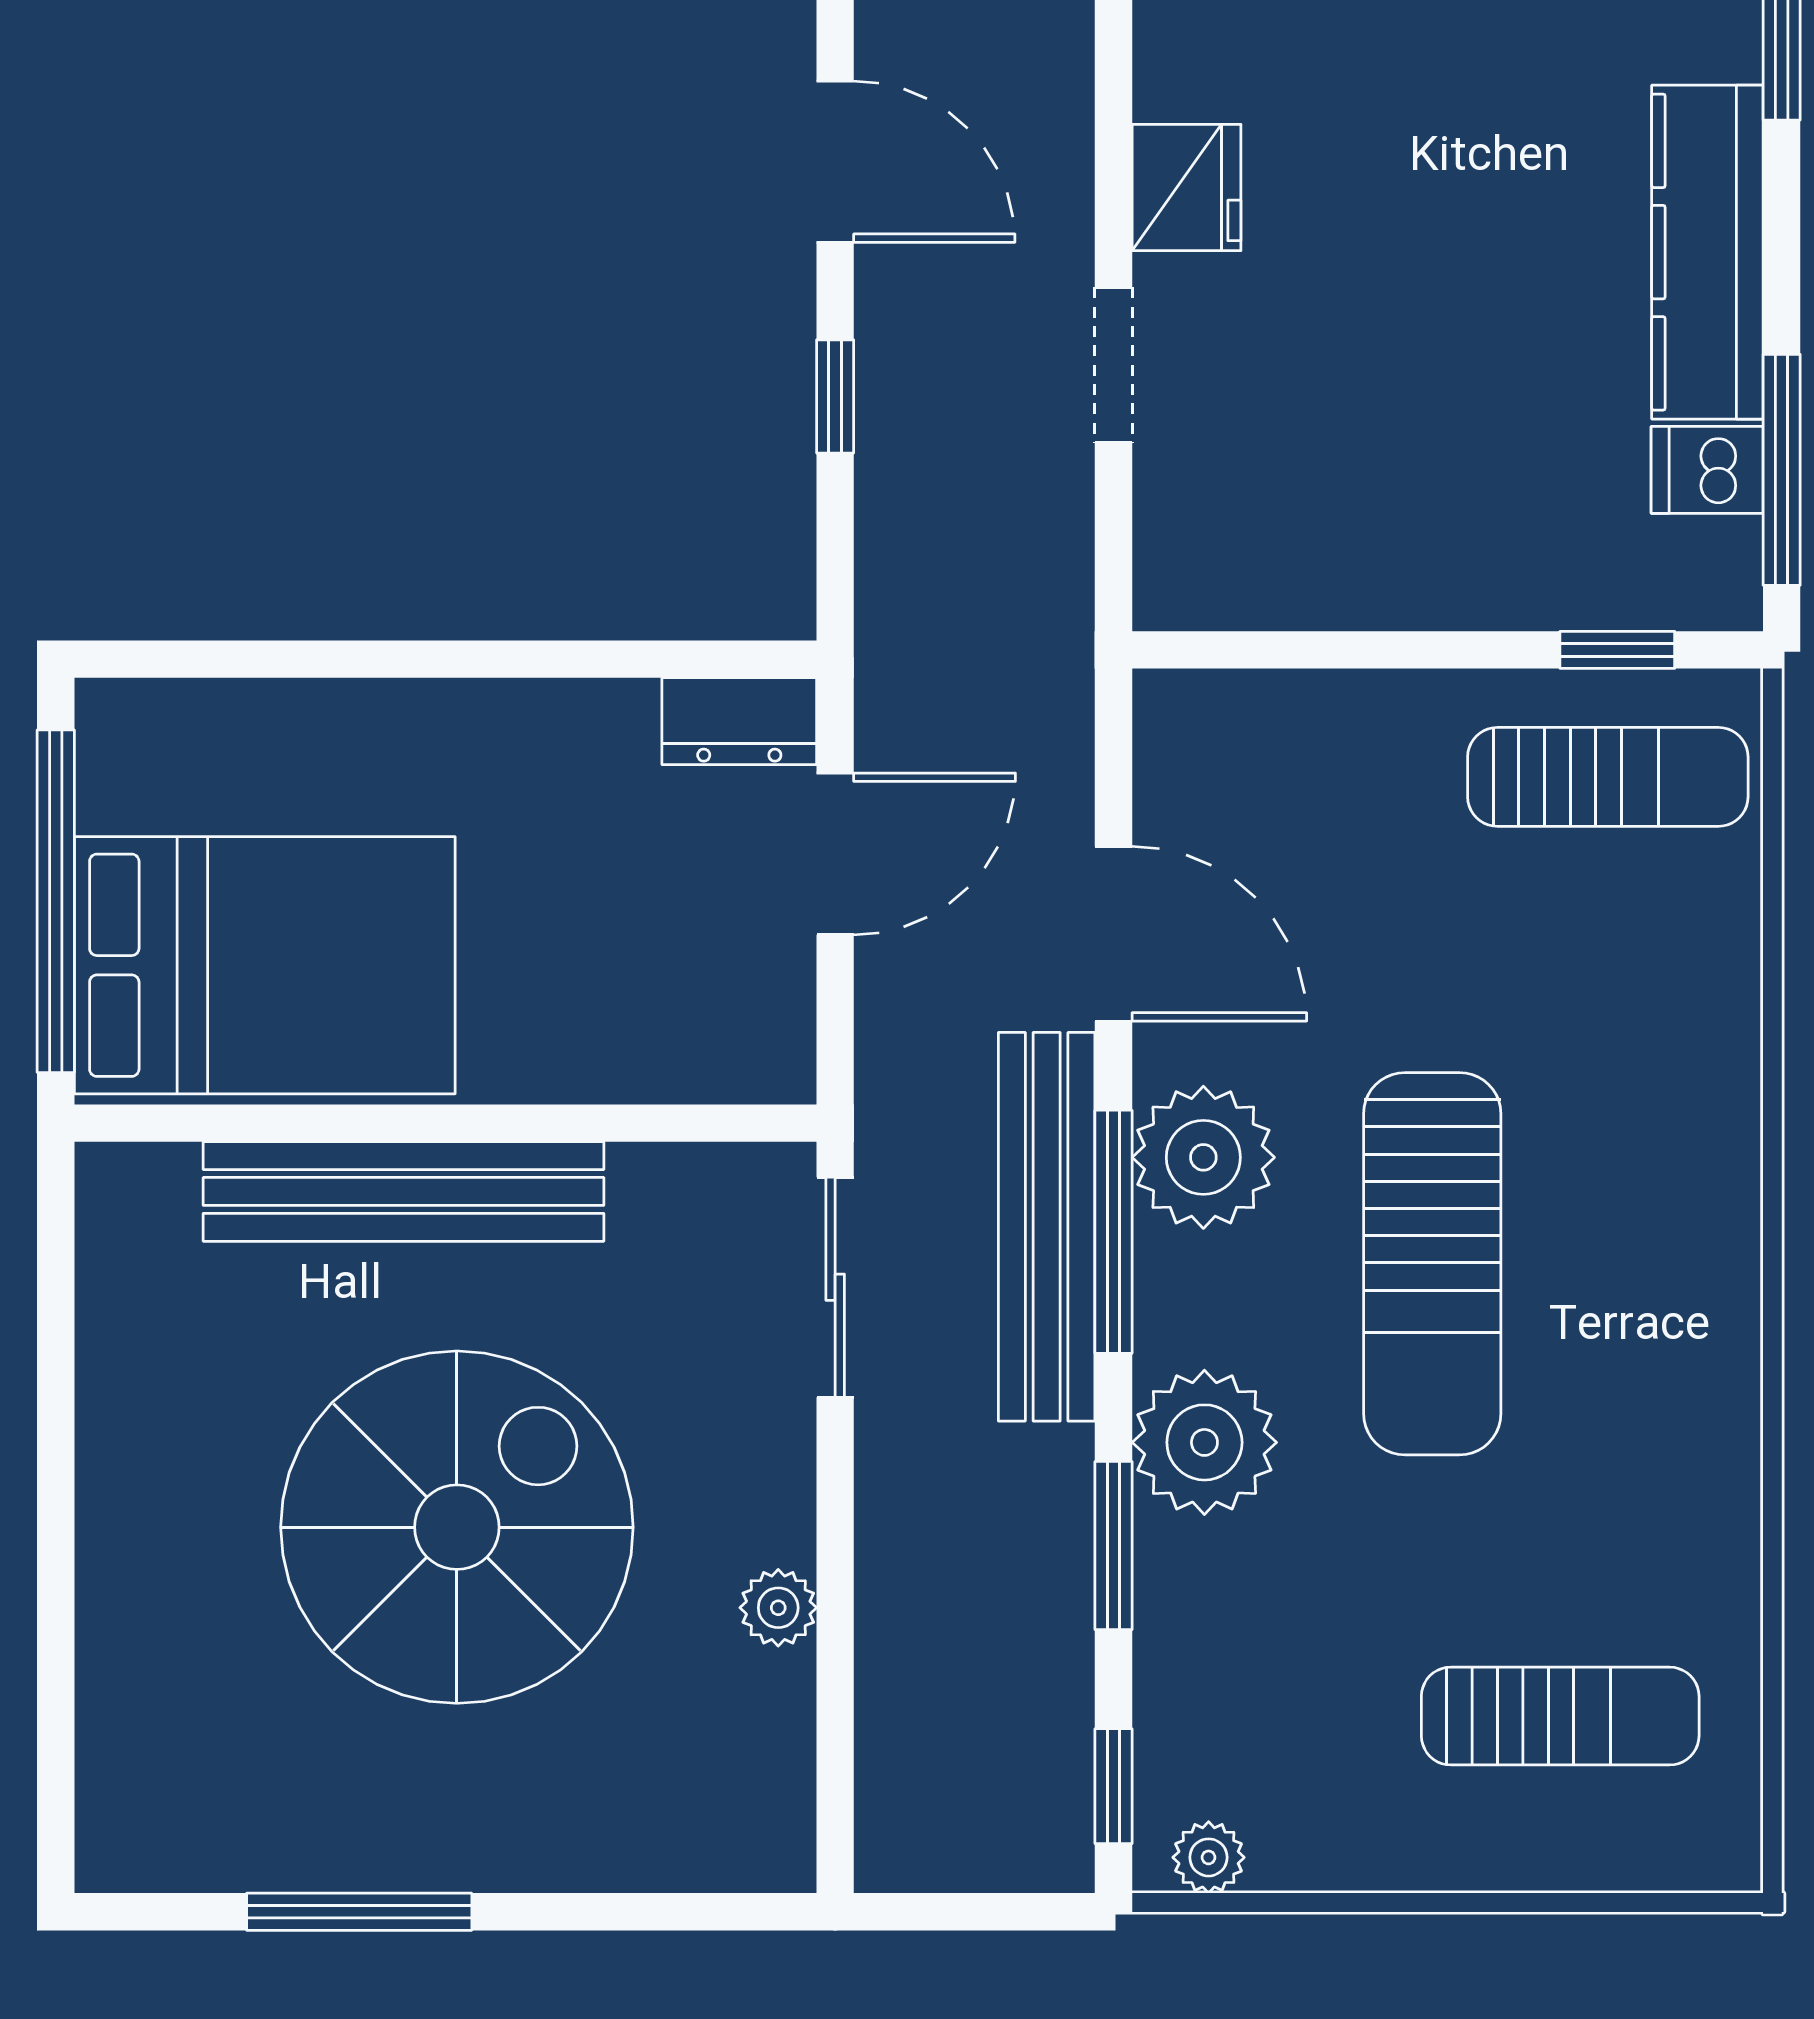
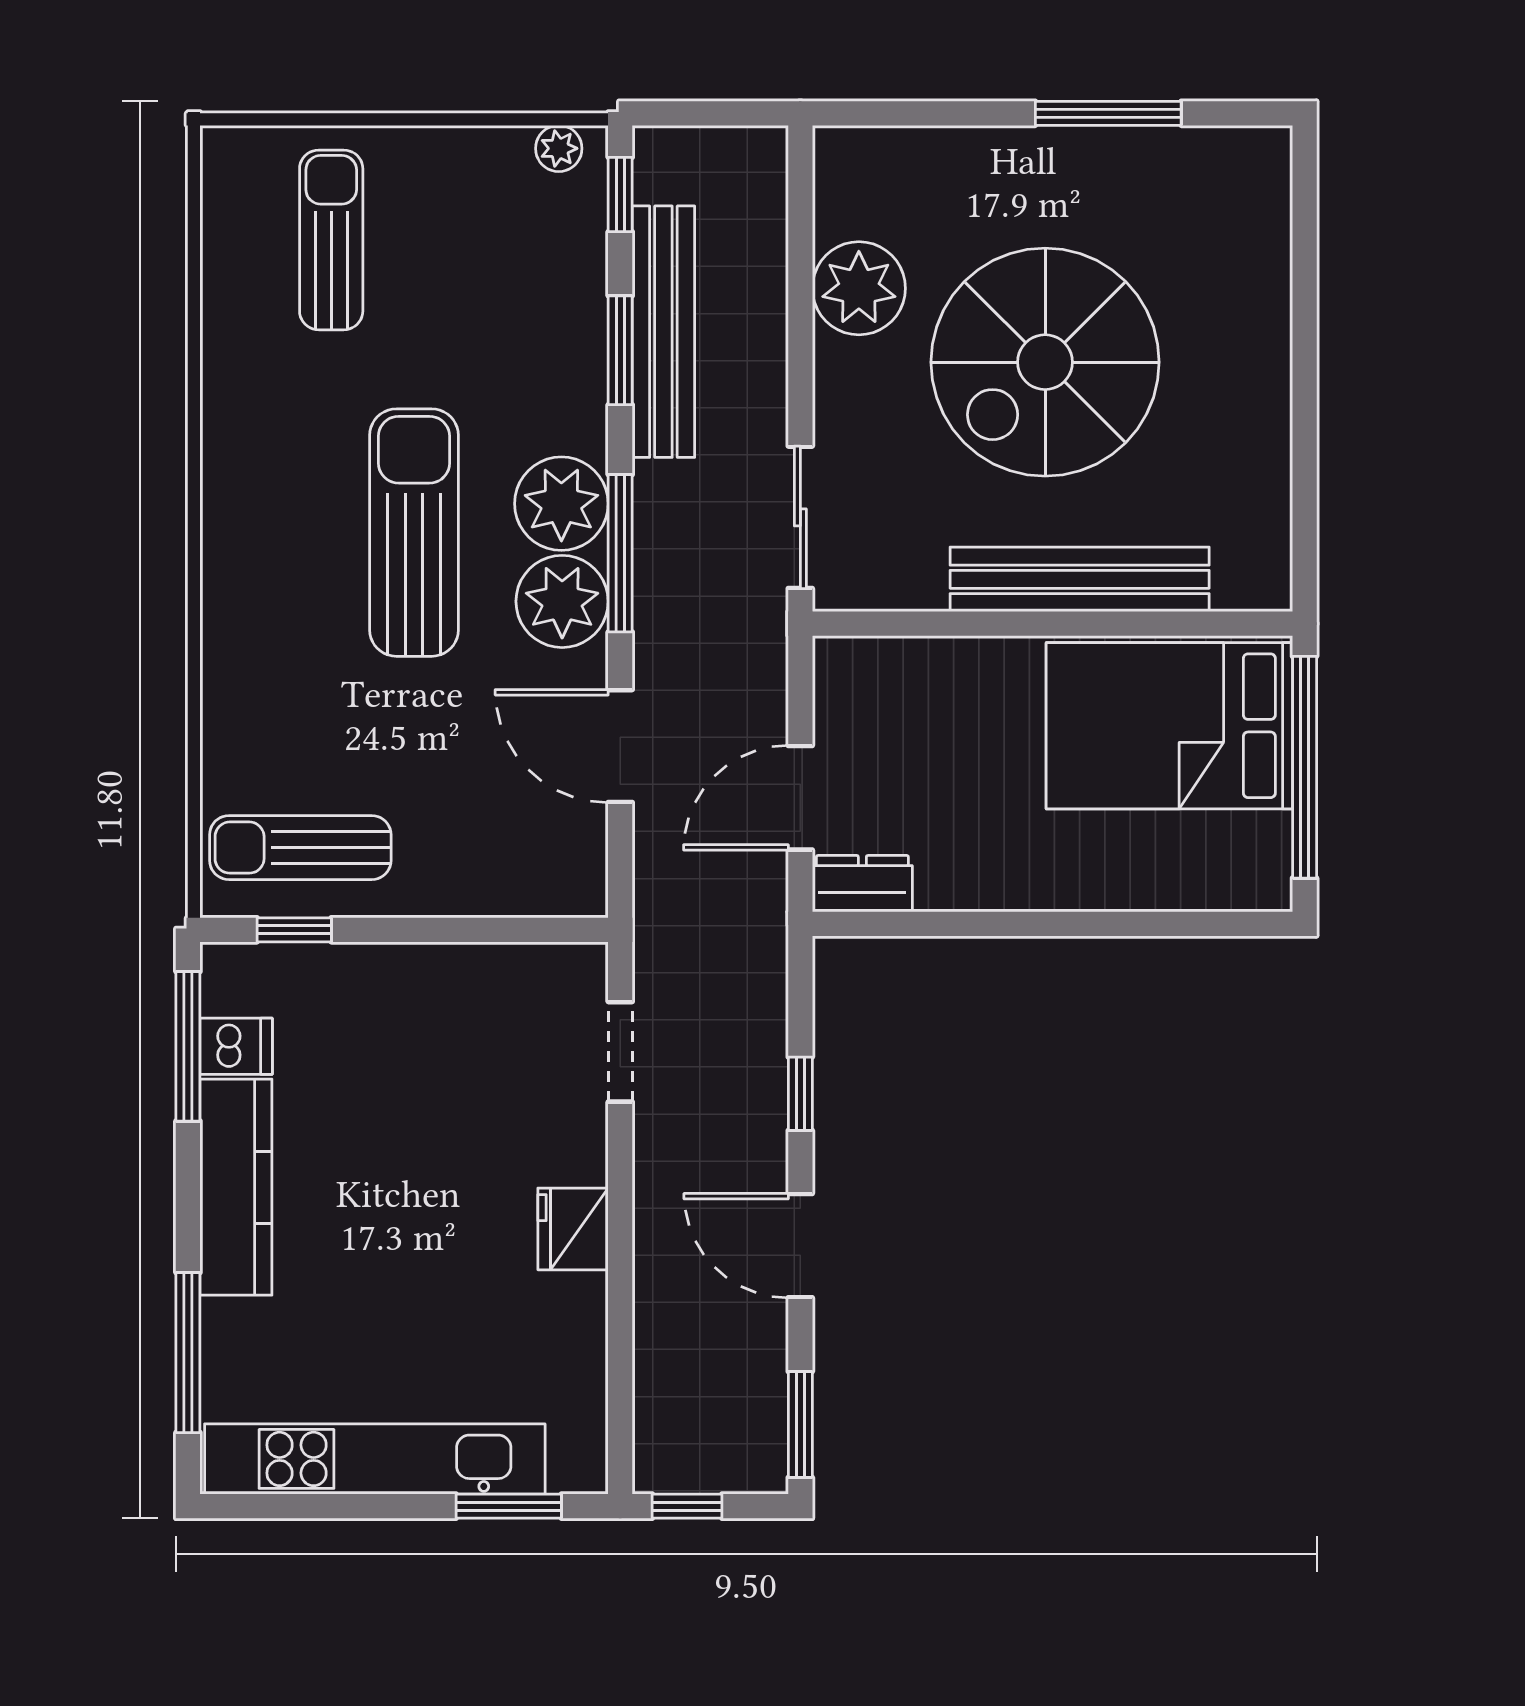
doorway: (1114, 365) -> (620, 1052), moved
bench: (1047, 1227) -> (663, 332), moved
plant: (1204, 1442) -> (561, 504), moved
plant: (778, 1608) -> (859, 288), width x1.88, depth x1.88
sun lounger: (1560, 1716) -> (331, 240), turned 90

